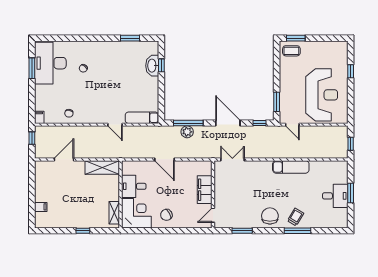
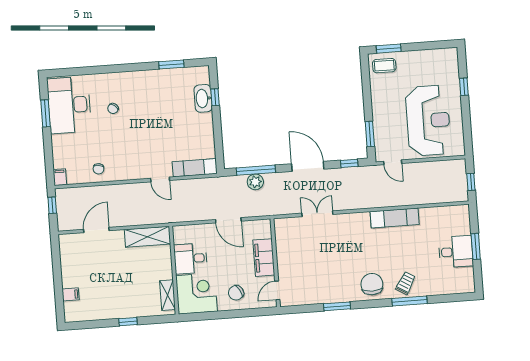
filing cabinet: (205, 190) -> (264, 258), moved
wall: (213, 194) -> (275, 263), moved
door: (213, 215) -> (277, 290), moved

